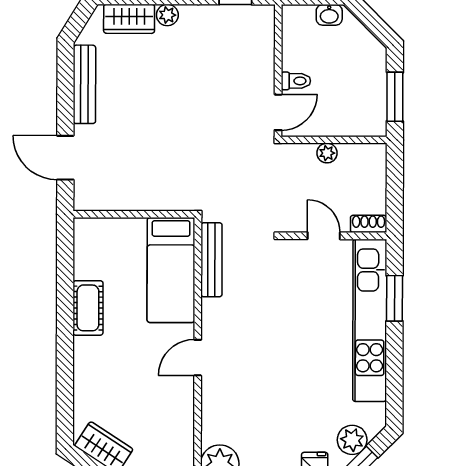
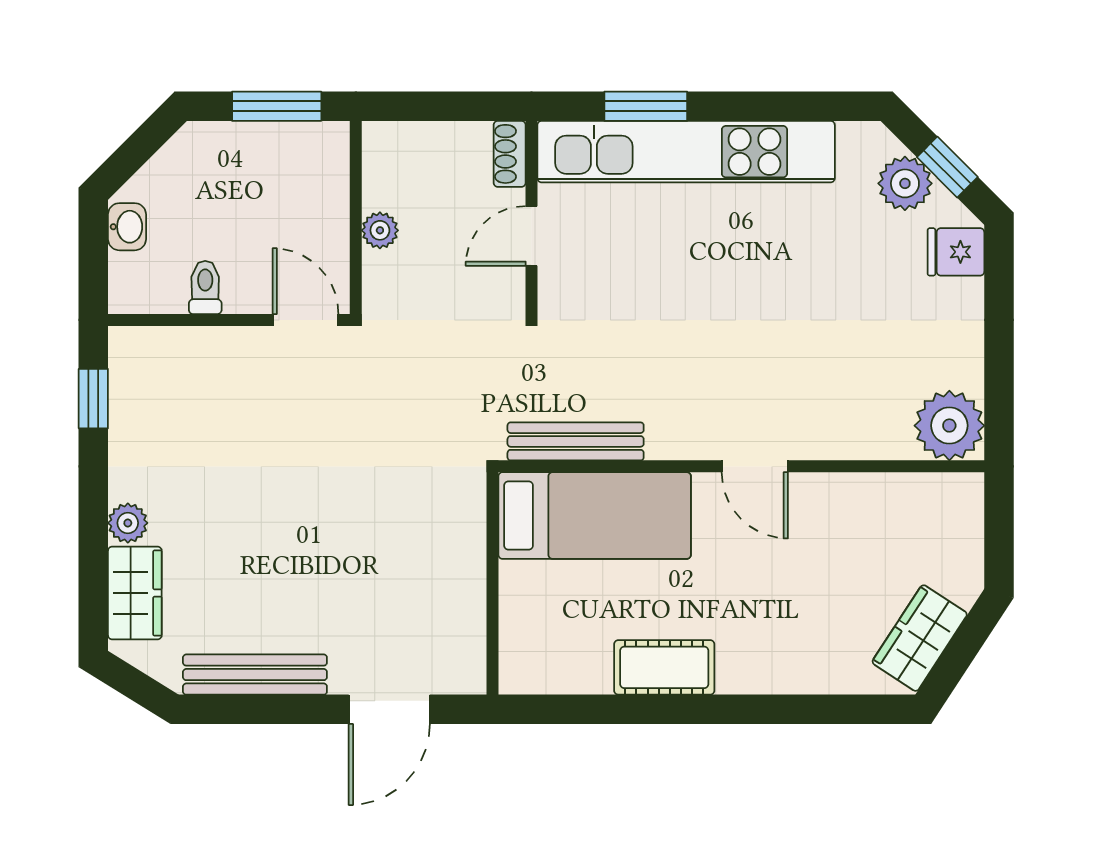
toilet: (296, 81) -> (205, 287), moved

